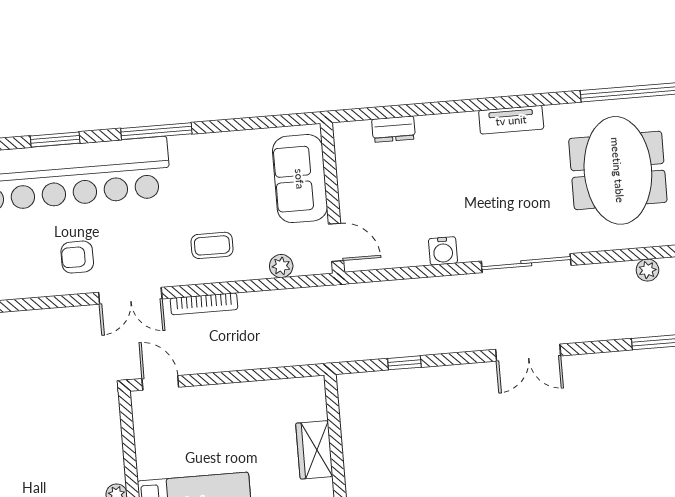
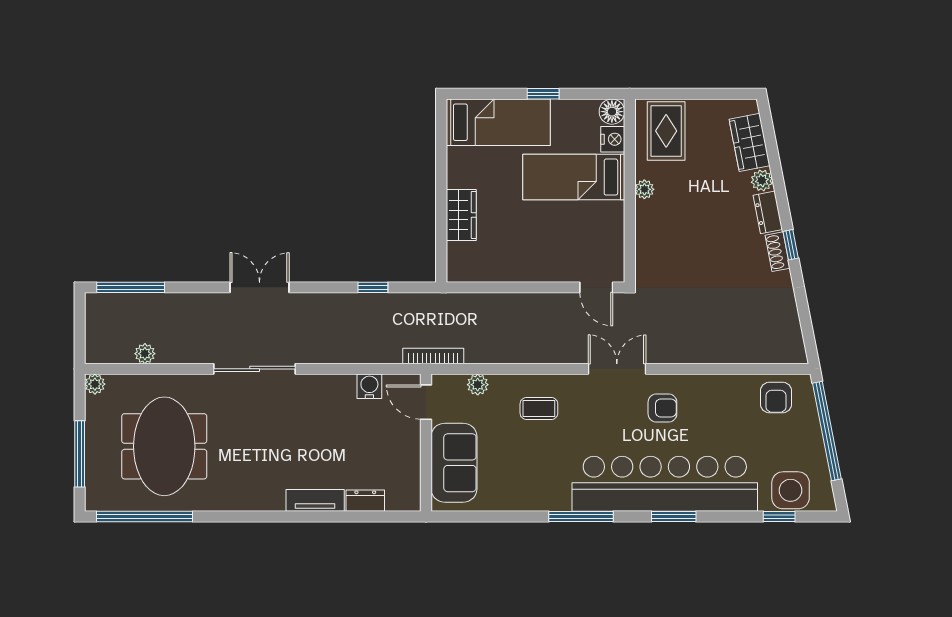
tv unit: (511, 120) -> (315, 500), moved
water cooler: (443, 251) -> (369, 386), moved
bookcase: (204, 304) -> (433, 356), moved

